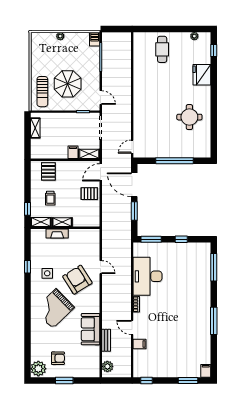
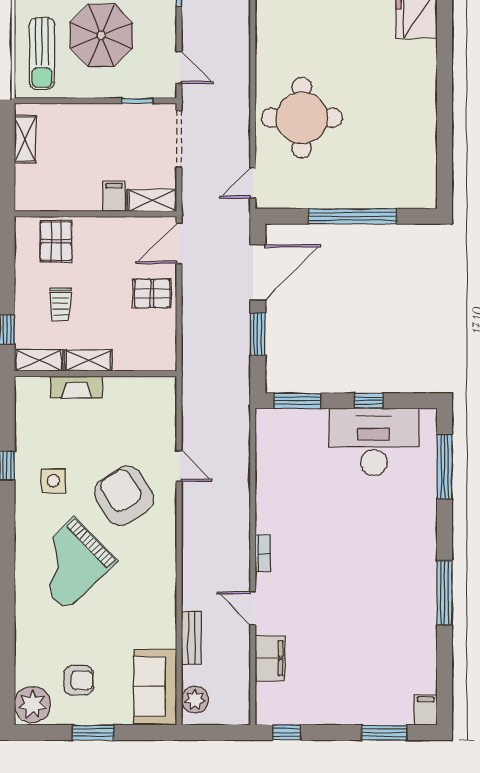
round table: (189, 117) -> (302, 118), moved, width x1.36, depth x1.36
door: (134, 185) -> (258, 273), swing flipped
desk: (147, 276) -> (374, 442), moved, turned 90
sofa: (91, 329) -> (155, 687), moved
filing cabinet: (140, 344) -> (270, 658), width x2.00

